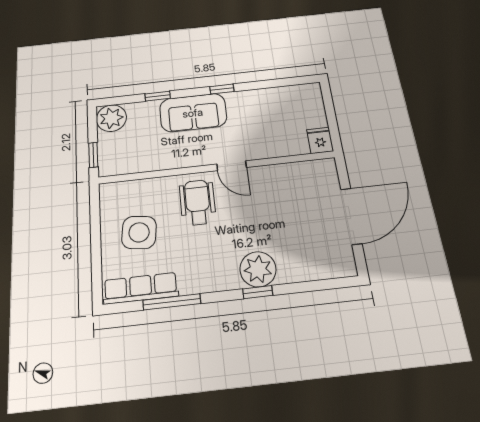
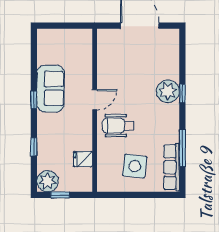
sofa: (193, 113) -> (50, 88), moved
fridge: (320, 140) -> (83, 159), moved
window: (93, 155) -> (60, 195), moved

